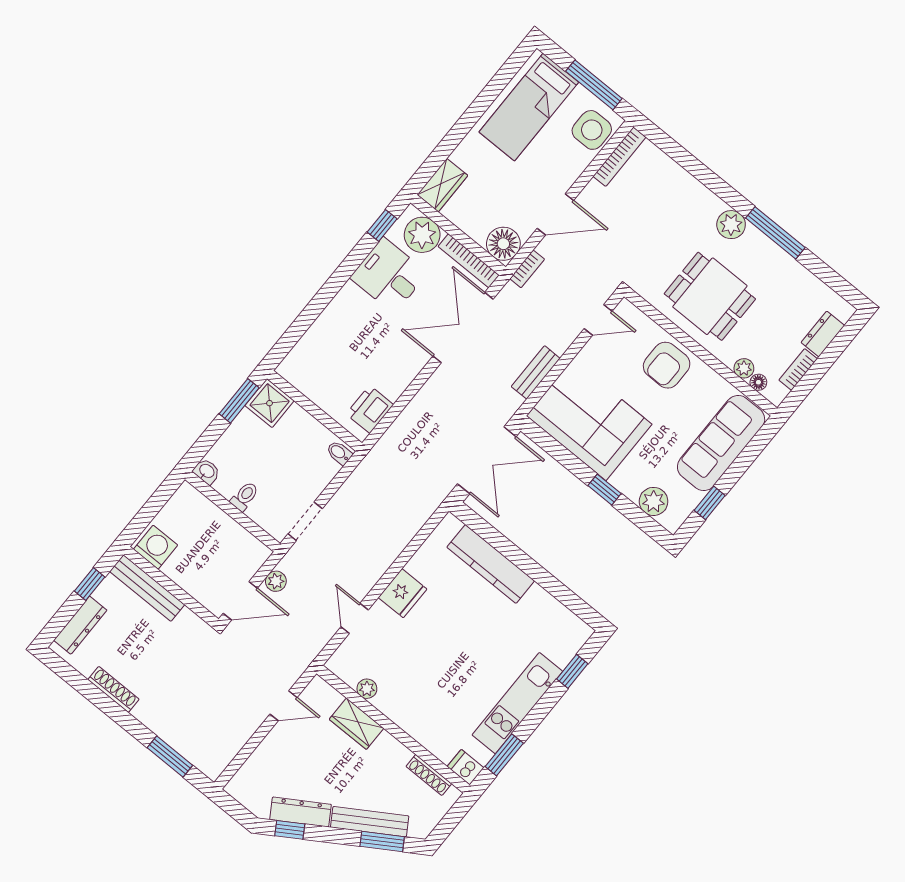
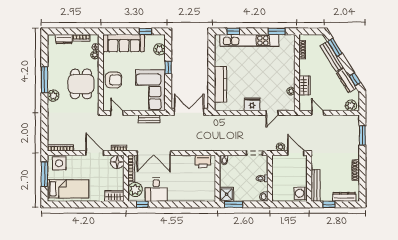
kitchen unit: (517, 703) -> (249, 40), width x1.36
dishwasher: (466, 767) -> (290, 40), removed
plant: (245, 782) -> (351, 105), added

